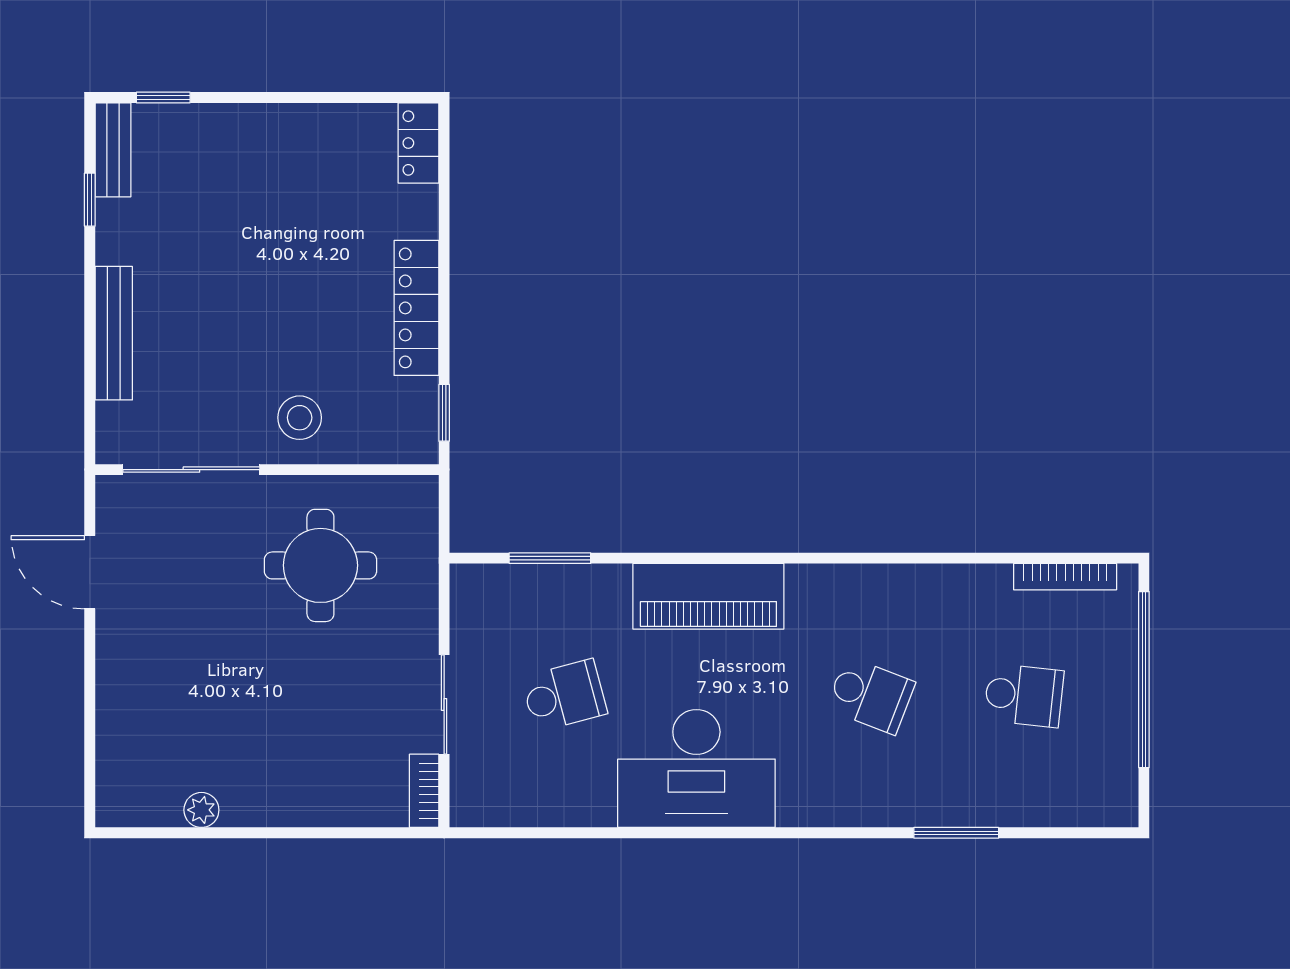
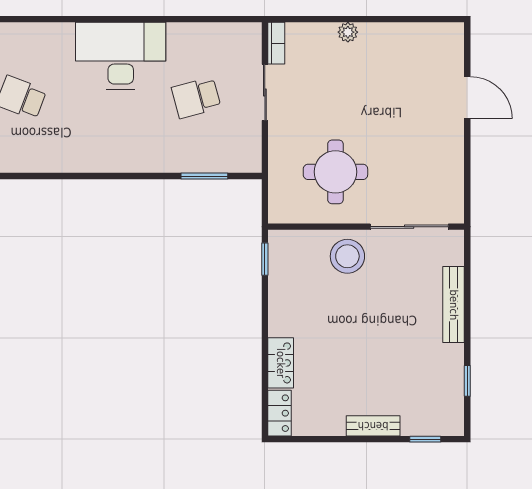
bench: (113, 150) -> (373, 426), moved, turned 90
locker: (416, 308) -> (281, 363), moved, width x0.66
stool: (300, 418) -> (347, 256), width x1.38, depth x1.38
door: (90, 572) -> (467, 98), moved
piano: (708, 596) -> (114, 154), removed
plant: (201, 810) -> (348, 32), moved

